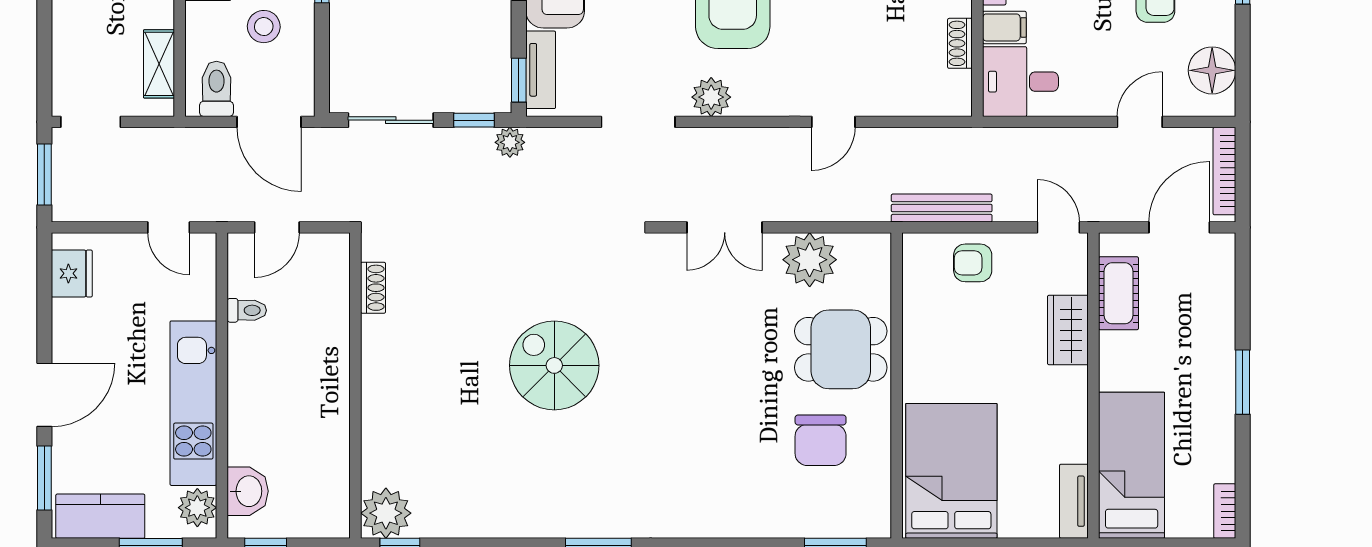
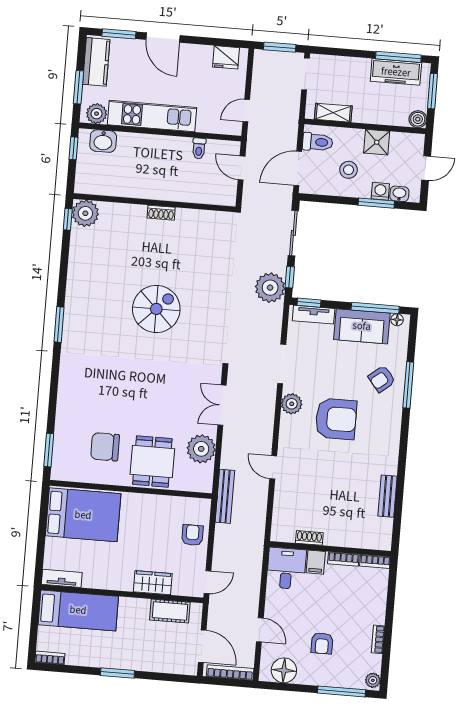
plant: (510, 142) -> (270, 288), width x1.88, depth x1.88
bench: (942, 208) -> (225, 496), moved
shoe rack: (373, 288) -> (161, 213), moved

